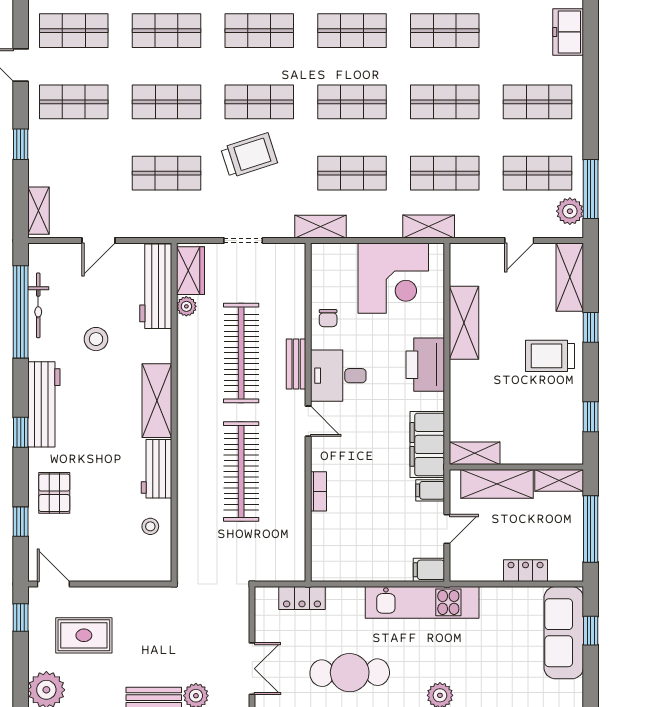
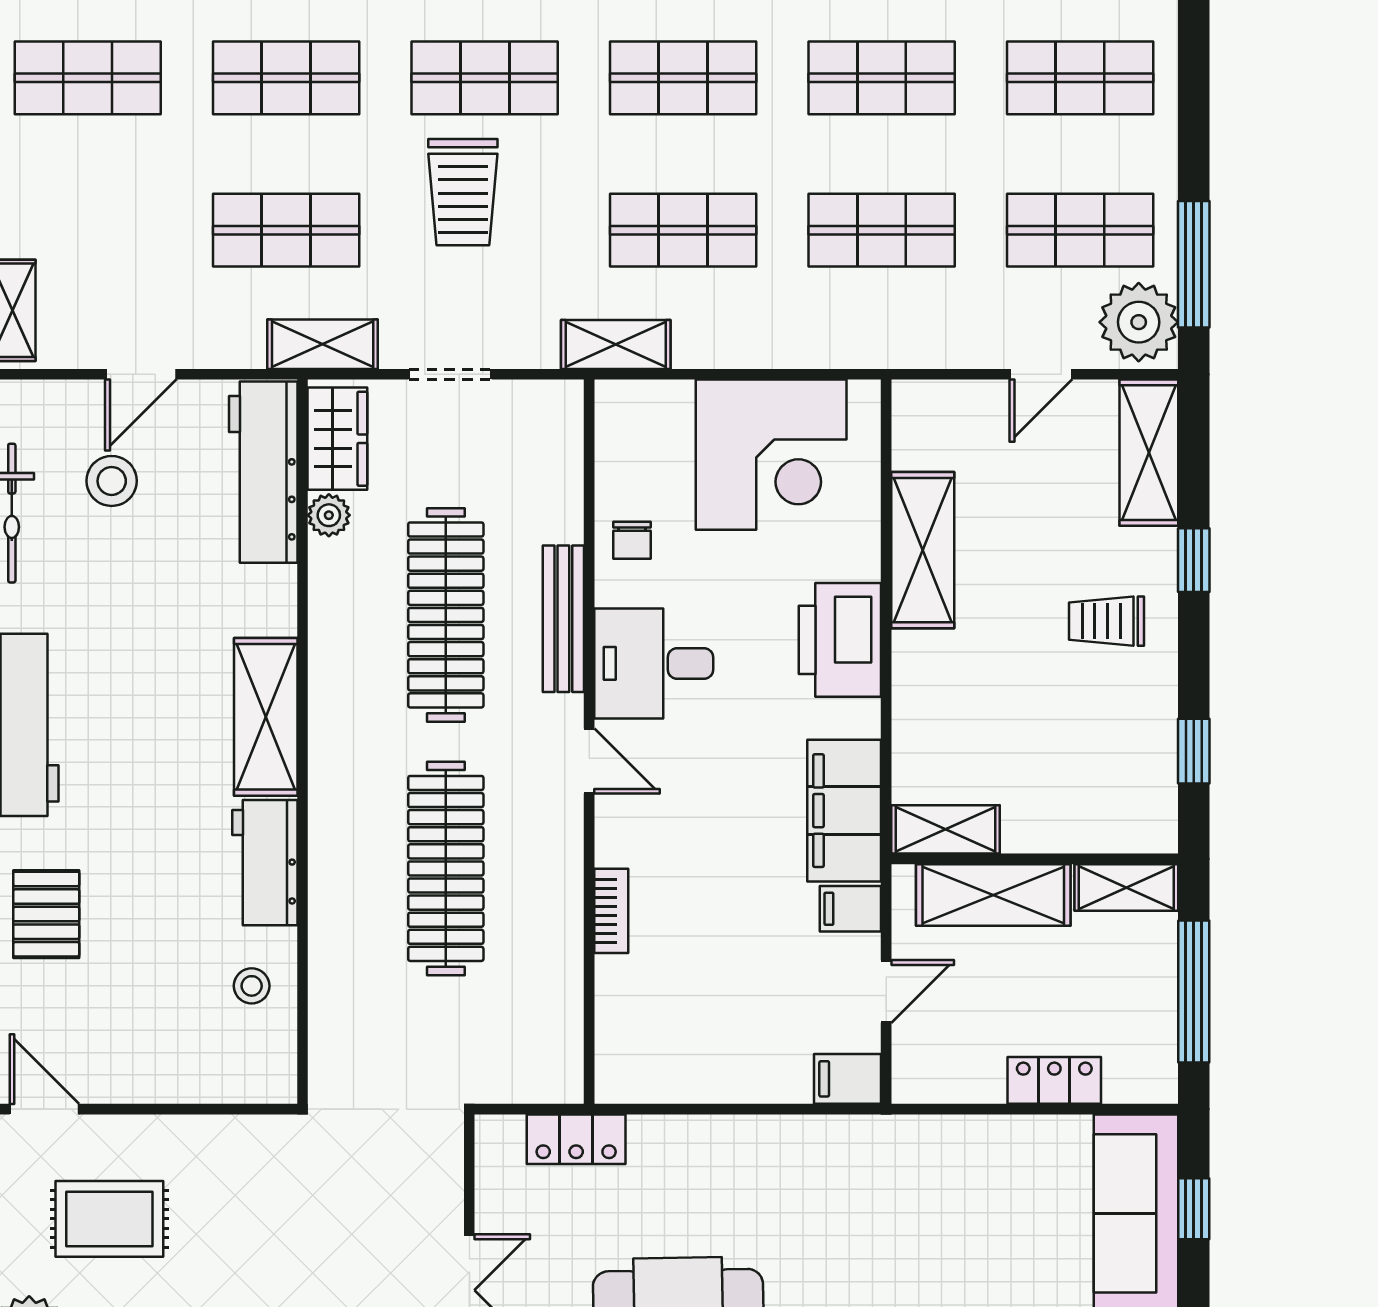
trolley: (249, 155) -> (463, 192), turned 108
plant: (570, 211) -> (1139, 322), width x1.36, depth x1.36
shelving: (429, 226) -> (323, 344), moved
stool: (96, 339) -> (112, 481), moved
trolley: (550, 356) -> (1107, 621), width x0.73, depth x0.72
bench: (296, 364) -> (563, 619), width x1.36
kitchen unit: (422, 602) -> (833, 1149), removed

